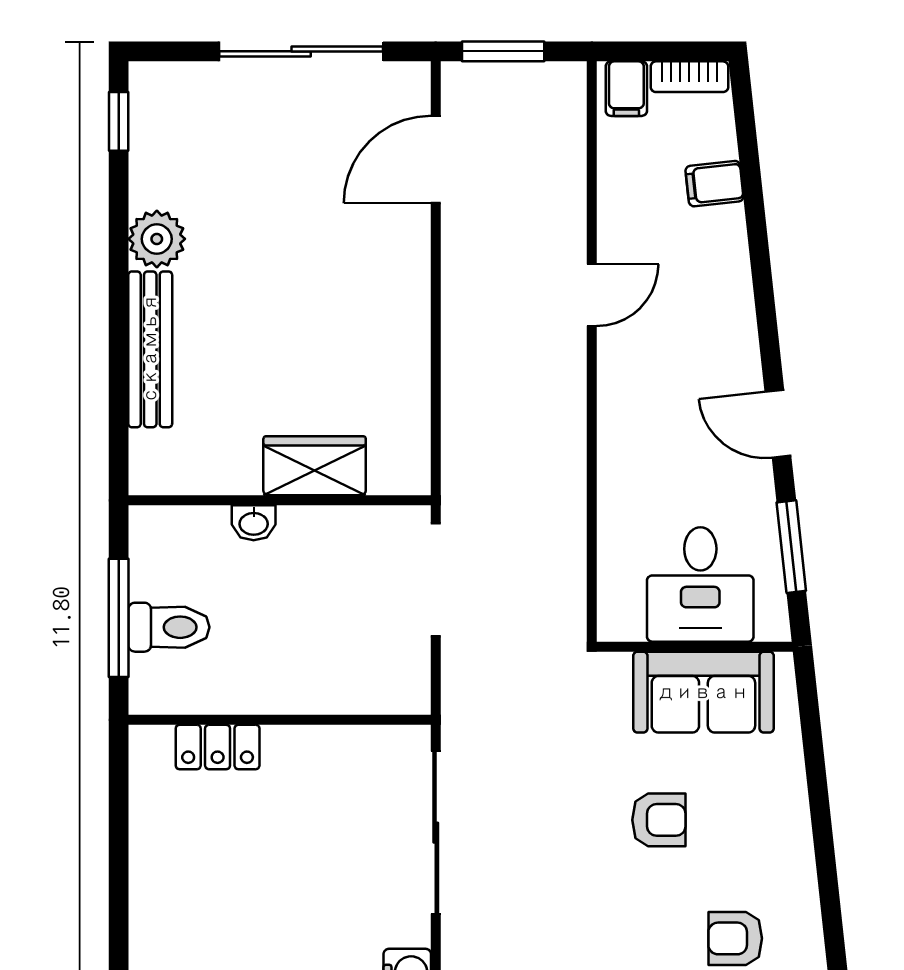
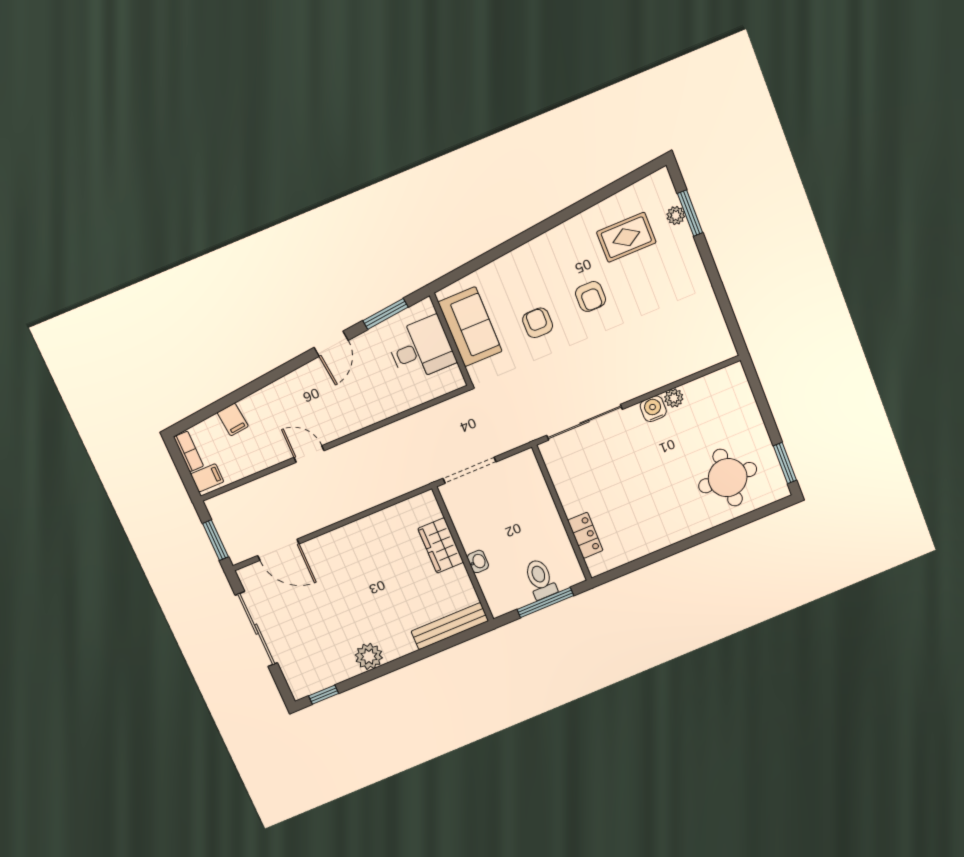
bench: (150, 349) -> (450, 626), moved
armchair: (735, 938) -> (591, 296), moved

